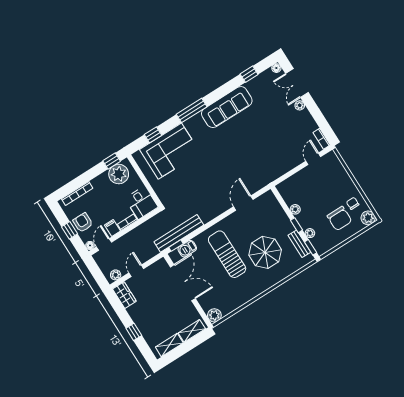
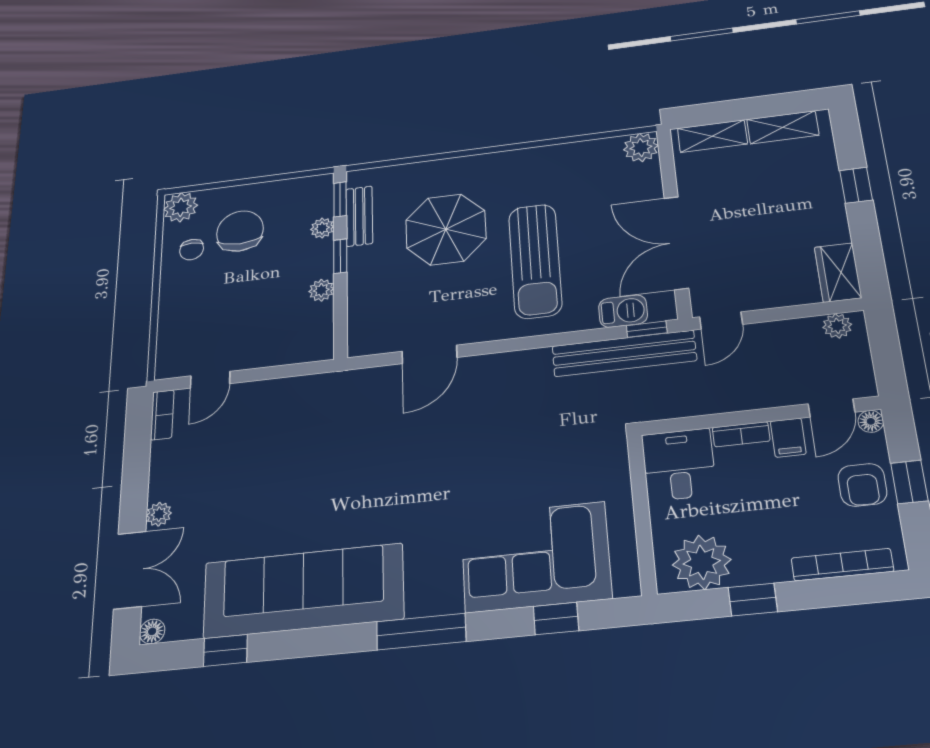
sofa: (227, 107) -> (303, 591), width x1.36, depth x1.27
window: (112, 161) -> (753, 600), moved
door: (136, 271) -> (721, 321), moved

